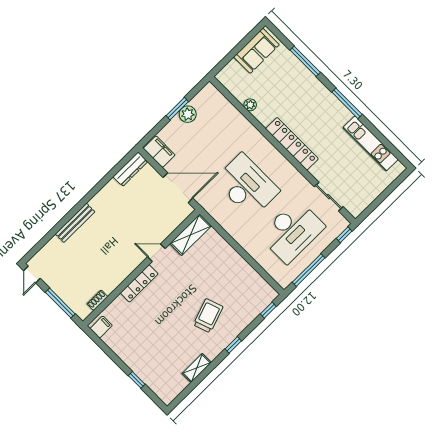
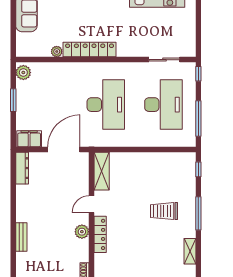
plant: (188, 114) -> (23, 73), moved
locker: (292, 144) -> (90, 49), moved
desk: (247, 186) -> (106, 105), turned 90
bench: (75, 223) -> (21, 237), width x0.73
plant: (127, 267) -> (82, 232), added
trolley: (208, 316) -> (164, 211), turned -71
window: (233, 345) -> (198, 213), width x2.17

